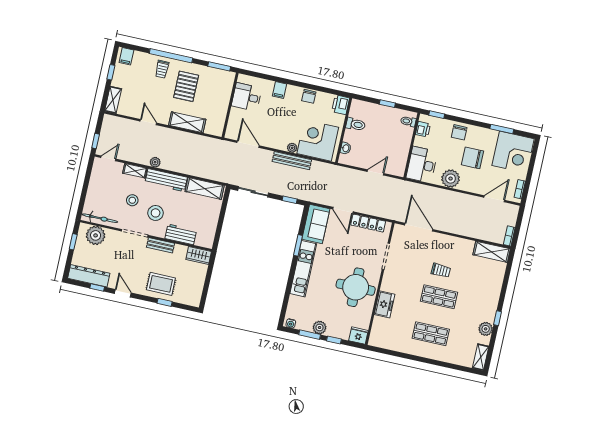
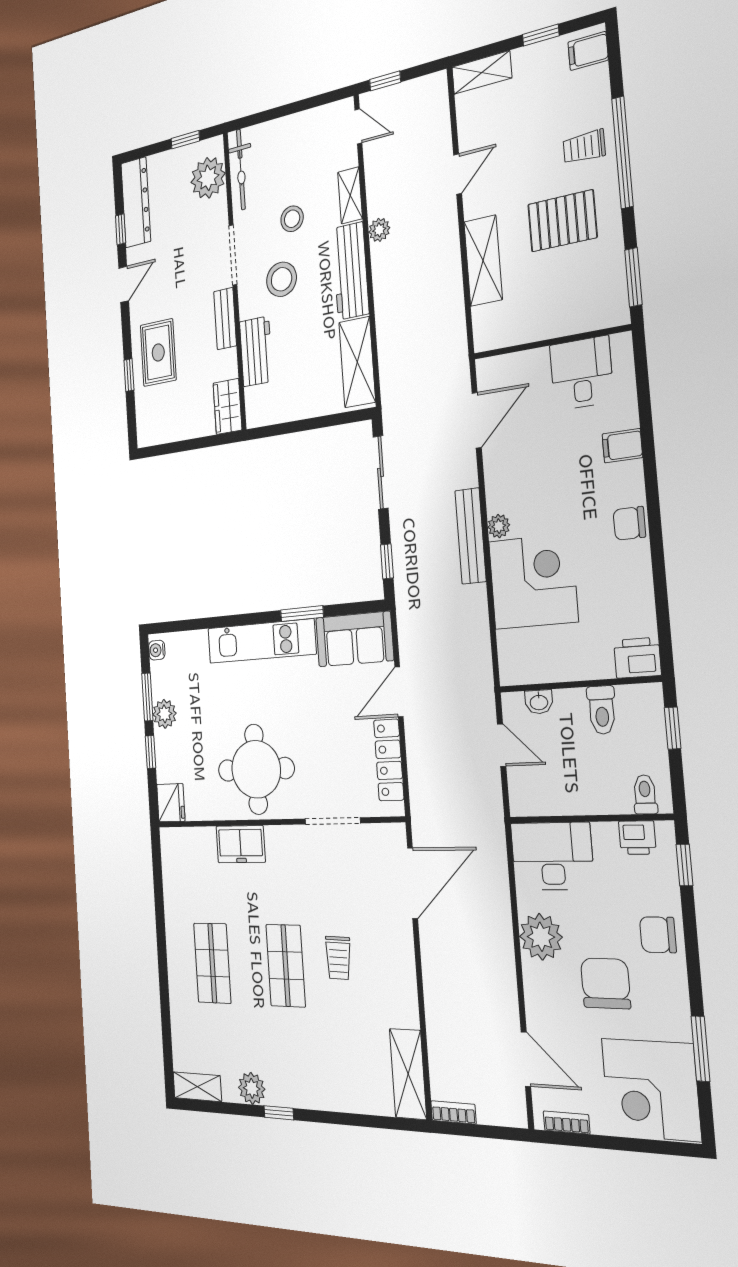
printer: (341, 105) -> (637, 658), moved
toilet: (356, 124) -> (602, 710), moved
wall: (344, 130) -> (579, 684), moved
washbasin: (346, 148) -> (539, 702), moved

